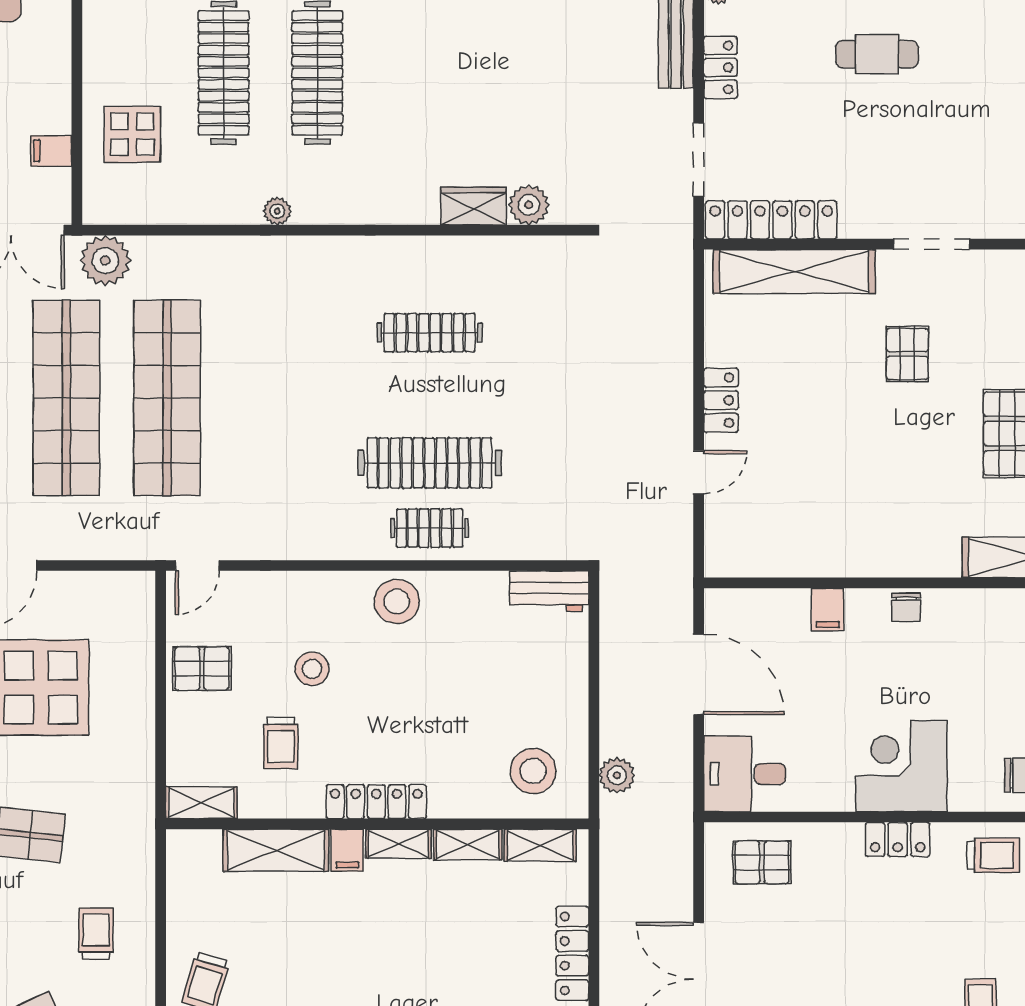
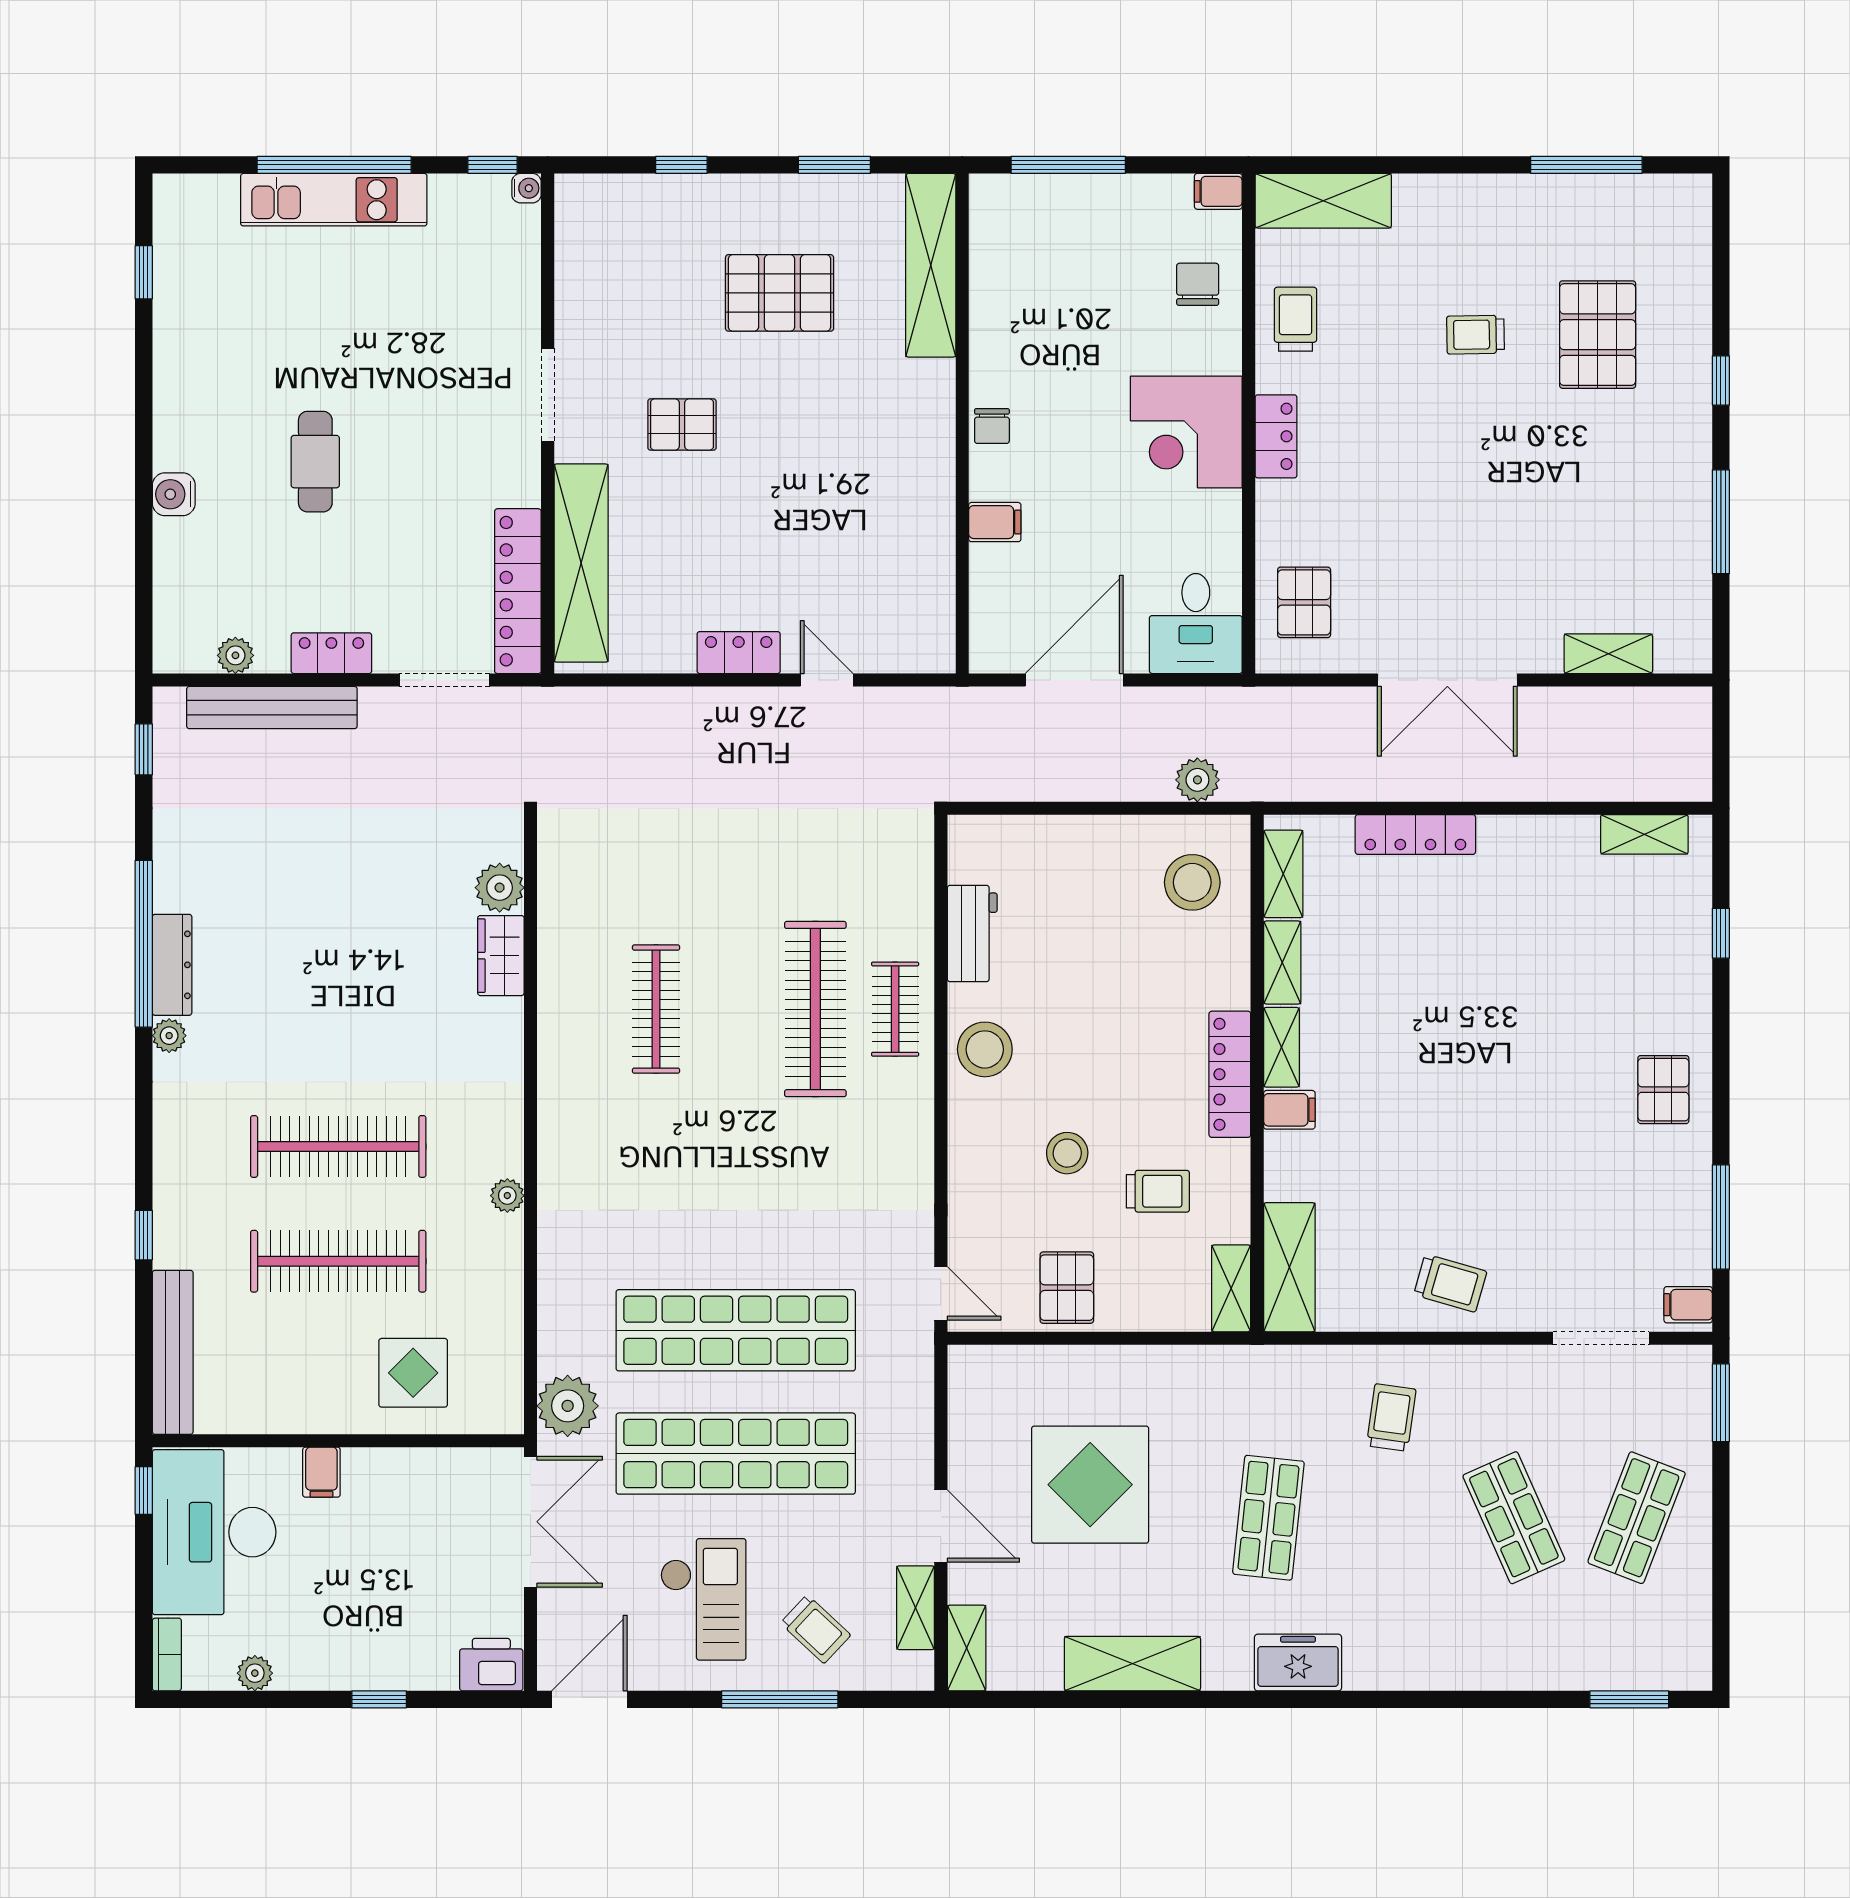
filing cabinet: (51, 151) -> (321, 1472), moved
workbench: (549, 591) -> (972, 934), moved
chair: (906, 607) -> (992, 426), turned 90
shelving: (276, 850) -> (1289, 1267), moved
trolley: (96, 934) -> (1391, 1417), turned 98

